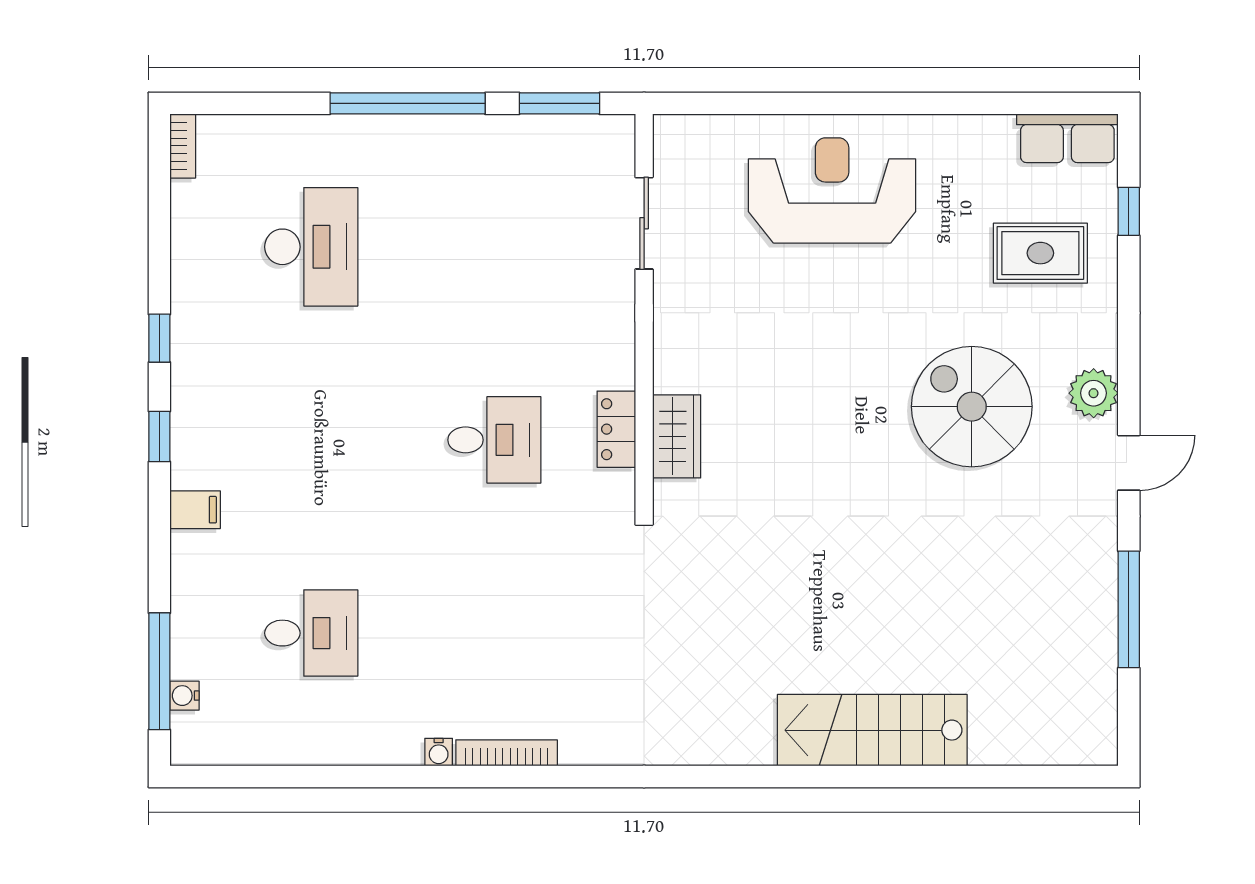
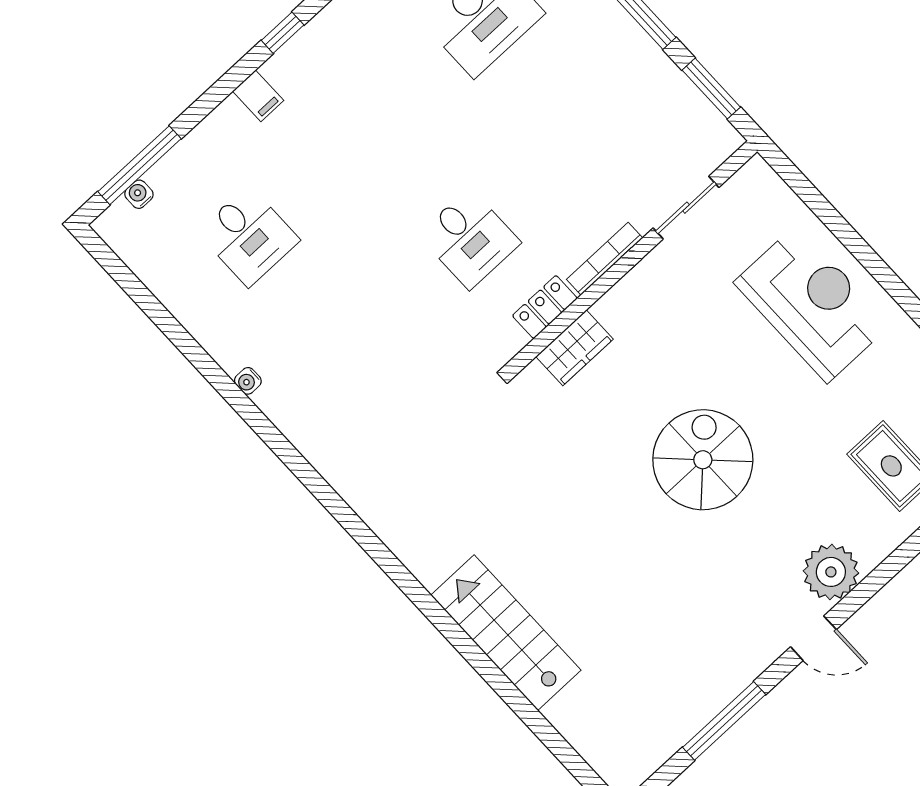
plant: (1094, 393) -> (831, 572), width x1.36, depth x1.36
spiral stairs: (972, 407) -> (703, 460), moved
bookcase: (507, 753) -> (605, 259), moved, turned -90

